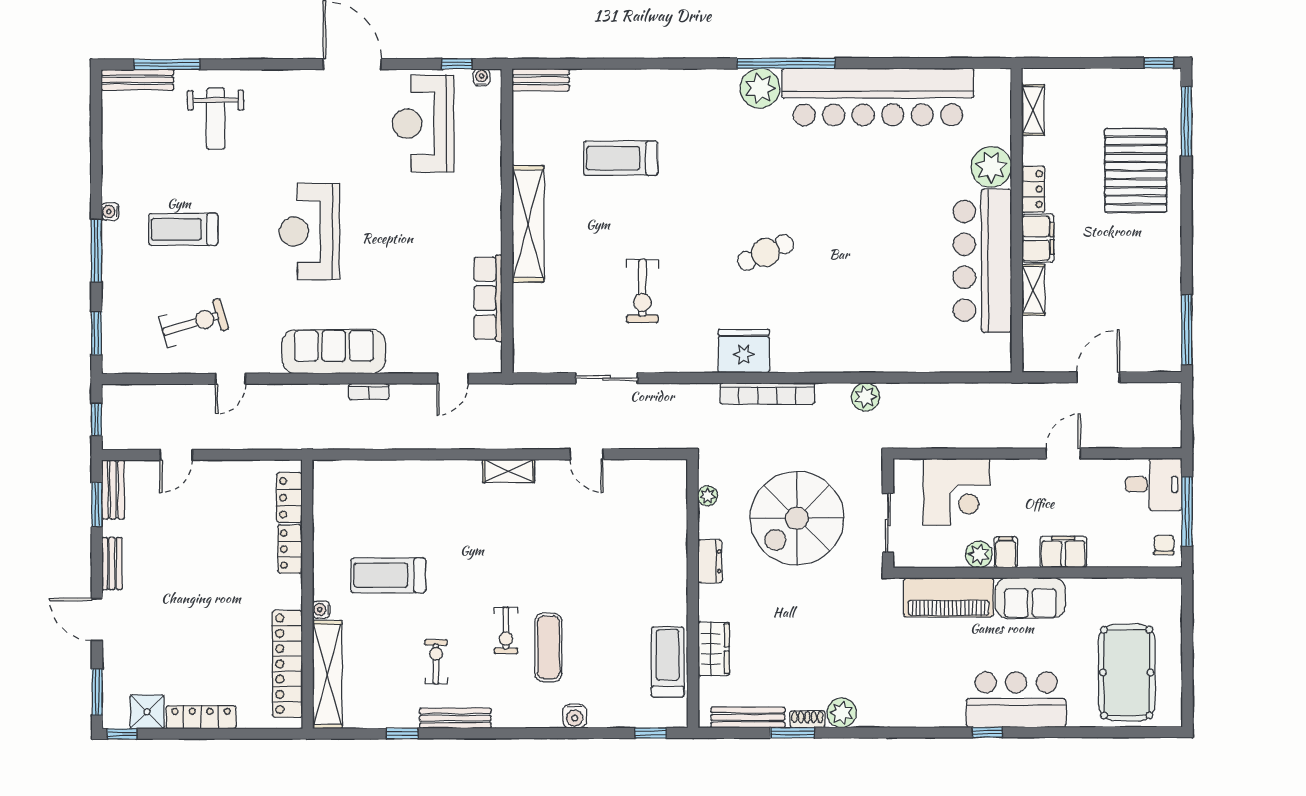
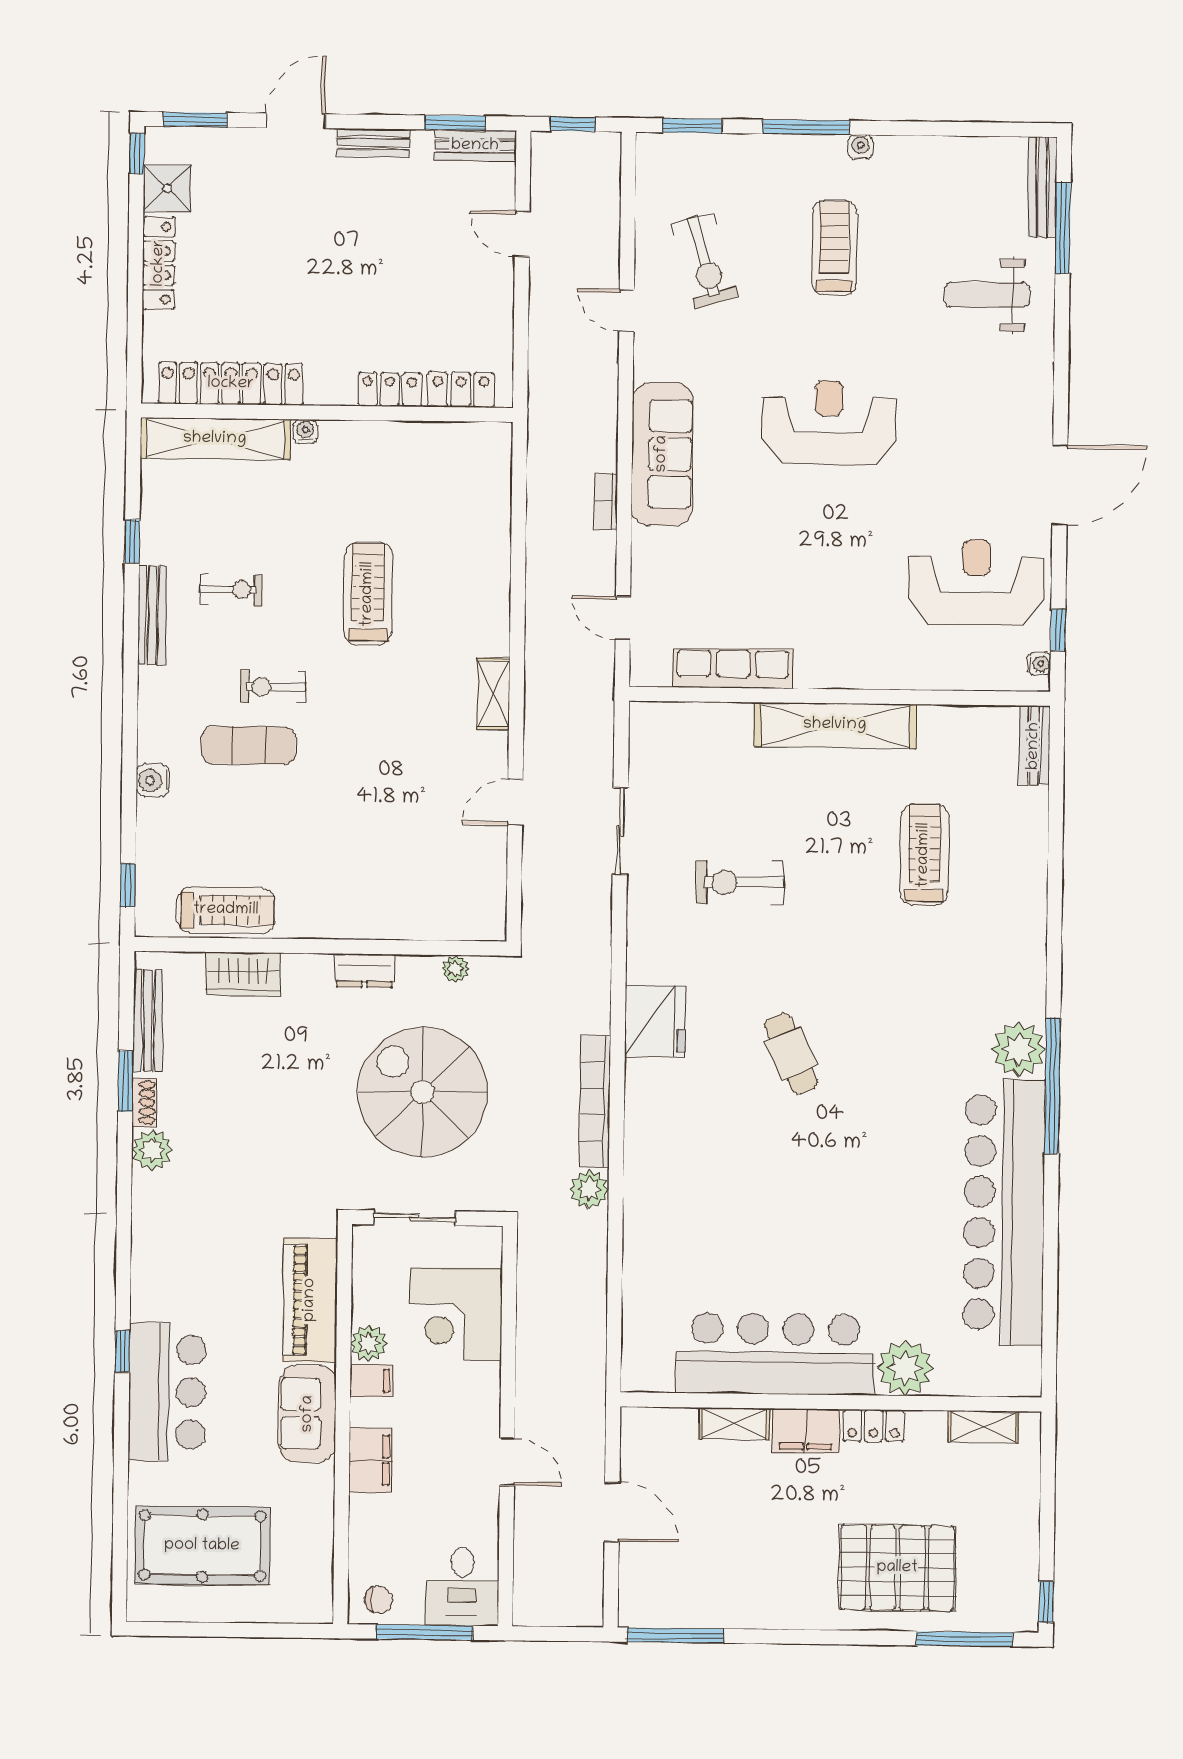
bookcase: (767, 394) -> (595, 1102), moved
treadmill: (388, 575) -> (368, 594), moved

